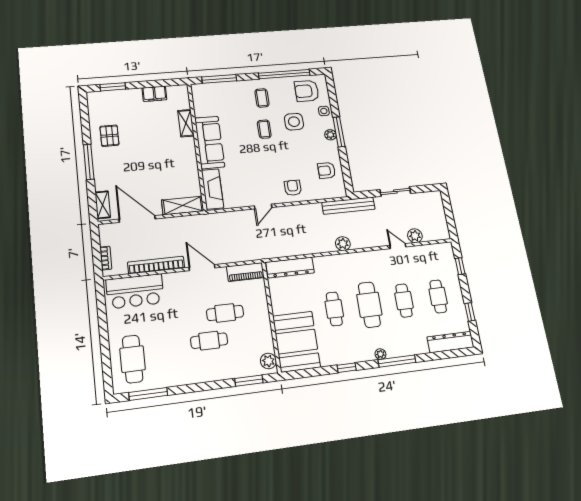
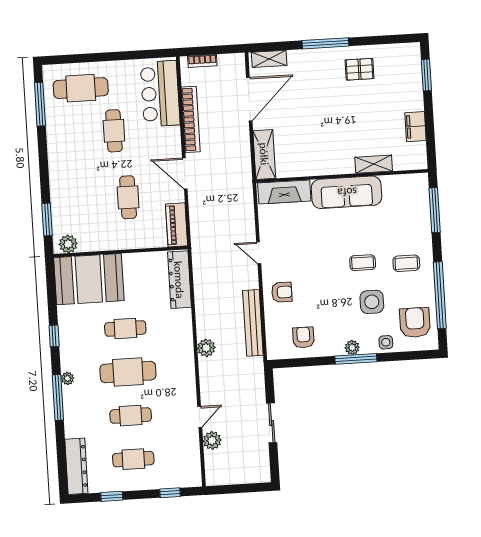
bench: (348, 206) -> (253, 323), moved
door: (202, 268) -> (185, 173), swing flipped
cafe table: (209, 341) -> (114, 131), moved

